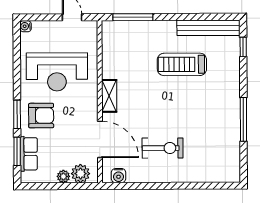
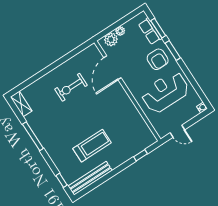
window: (133, 17) -> (140, 155), width x0.46
shelving: (109, 96) -> (21, 104), moved
armchair: (41, 116) -> (158, 59), turned -90
door: (100, 139) -> (112, 68), hinge flipped
water cooler: (119, 176) -> (87, 53), removed

